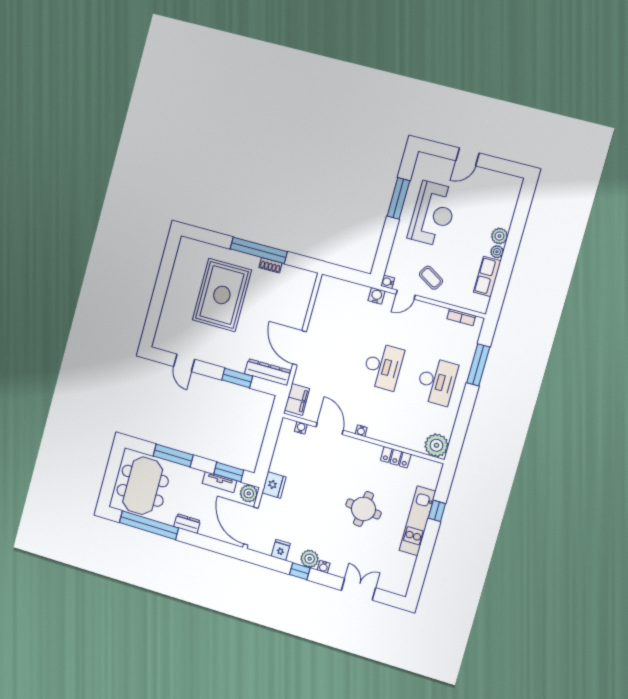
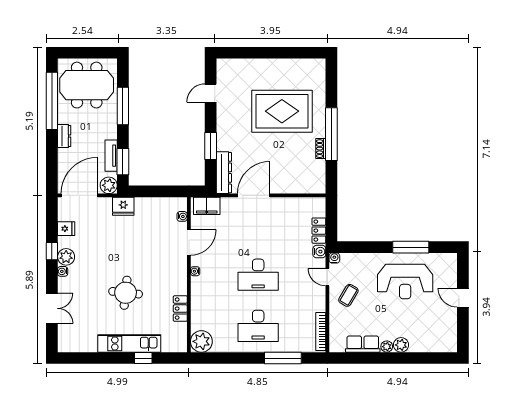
locker: (354, 290) -> (319, 231), added
bookcase: (461, 317) -> (321, 332), width x1.56

